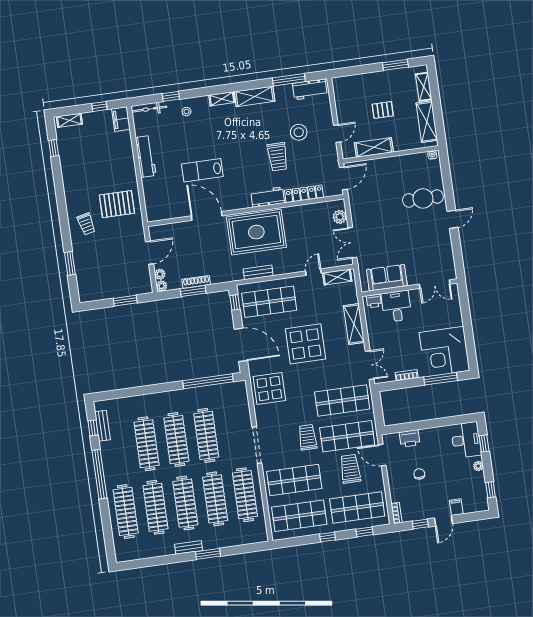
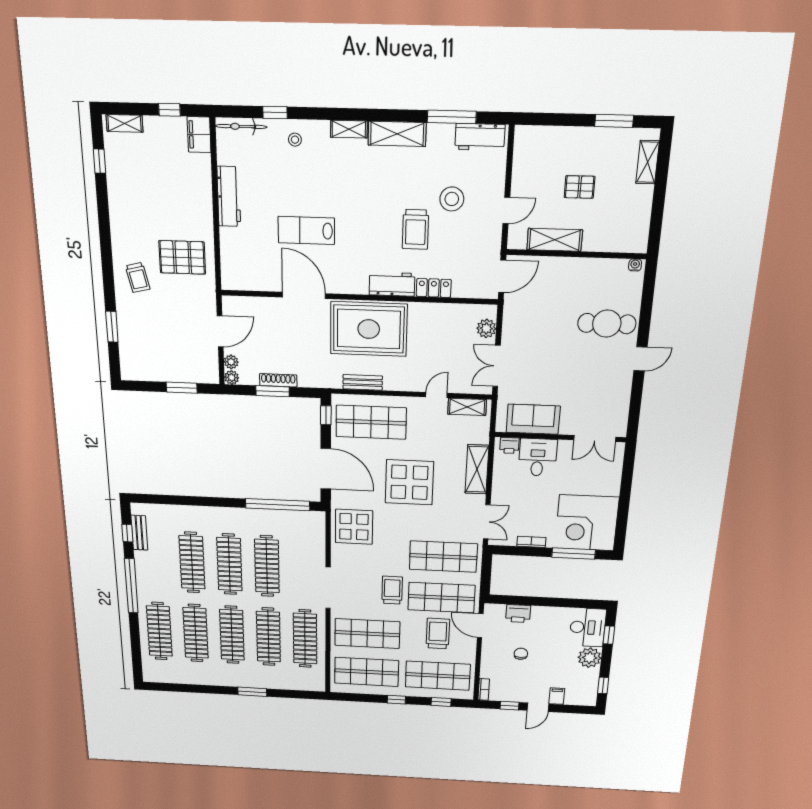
shelving: (427, 122) -> (639, 215), removed
locker: (304, 194) -> (434, 288), width x0.66
plant: (478, 466) -> (590, 658), width x1.87, depth x1.87
bench: (189, 547) -> (230, 681), removed

